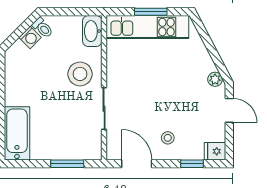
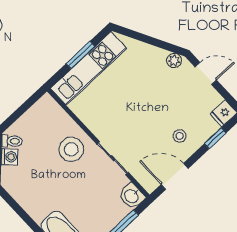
washbasin: (92, 31) -> (132, 196), moved, width x0.72

